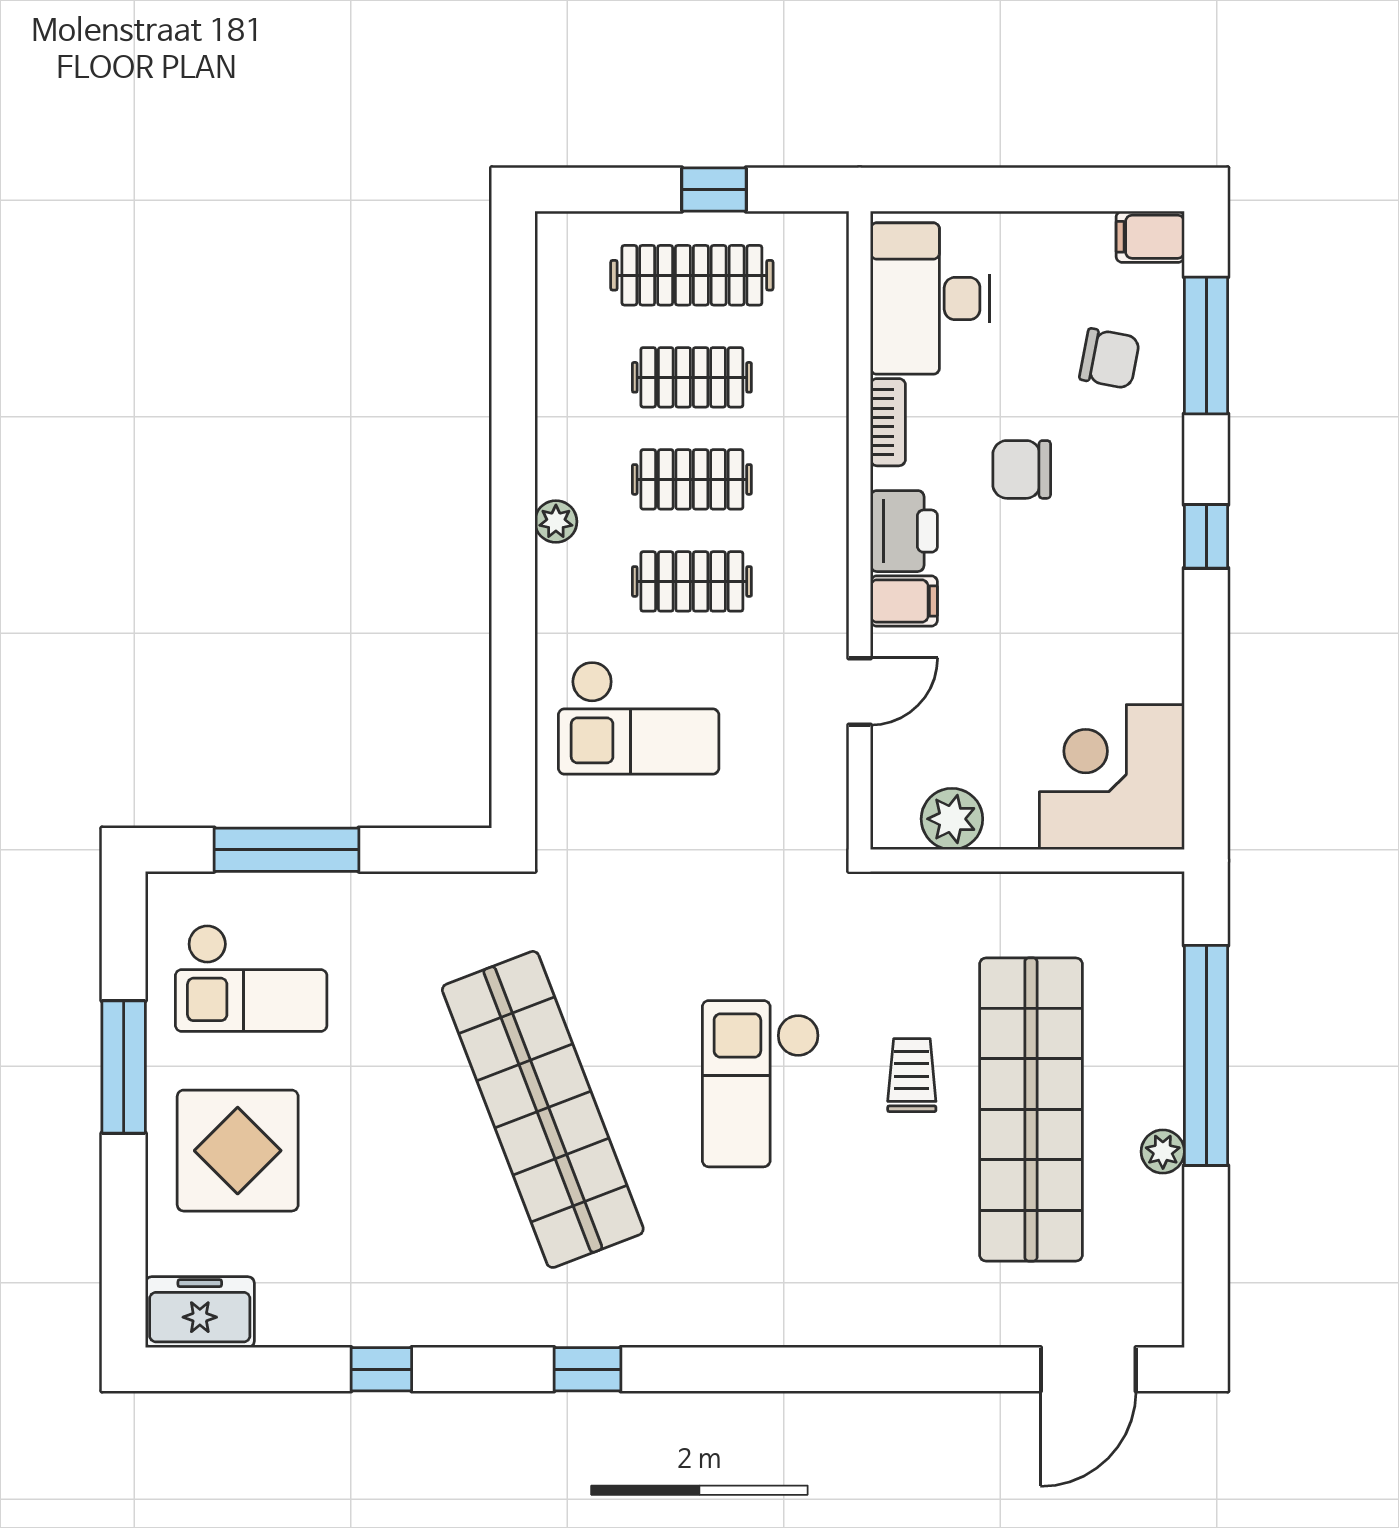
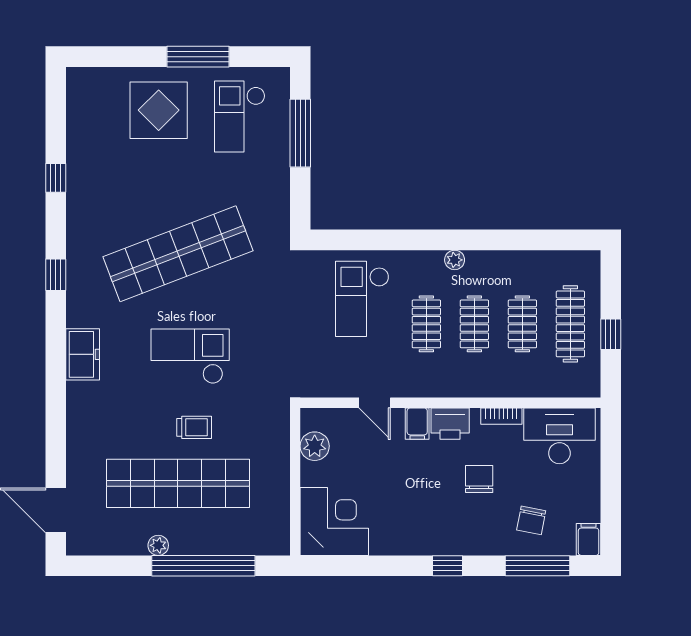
freezer: (200, 1312) -> (83, 354), moved

